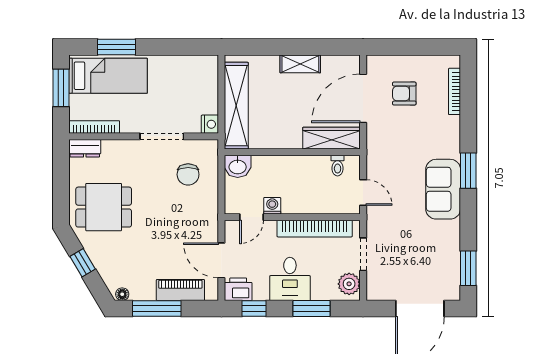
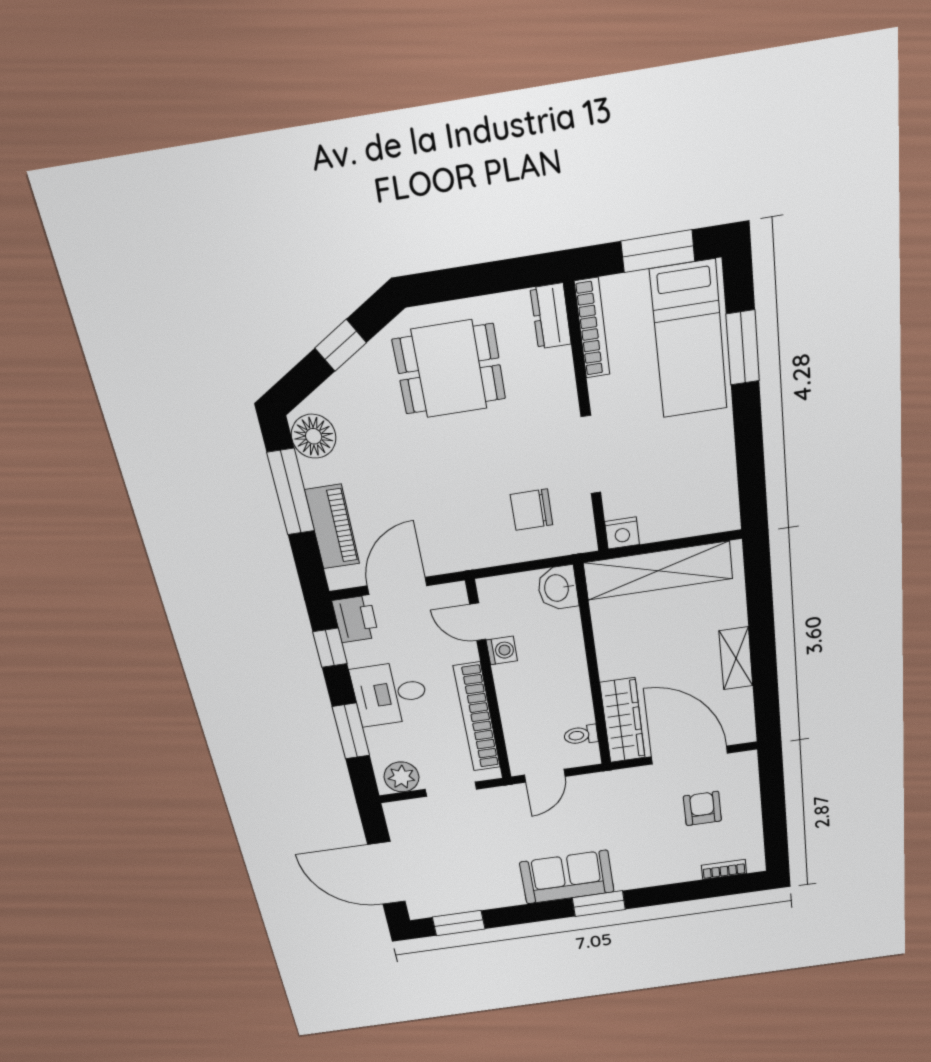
bookcase: (455, 91) -> (724, 869), width x0.64
dining table: (104, 207) -> (449, 369), turned 90
floor lamp: (122, 294) -> (314, 436), width x1.89, depth x1.89

